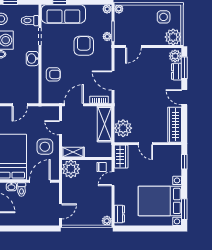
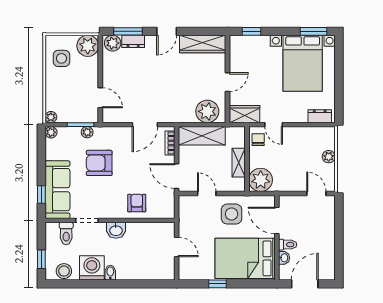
door: (60, 128) -> (207, 193), swing flipped
shelving: (73, 152) -> (239, 163), moved
plant: (107, 221) -> (329, 157), moved

